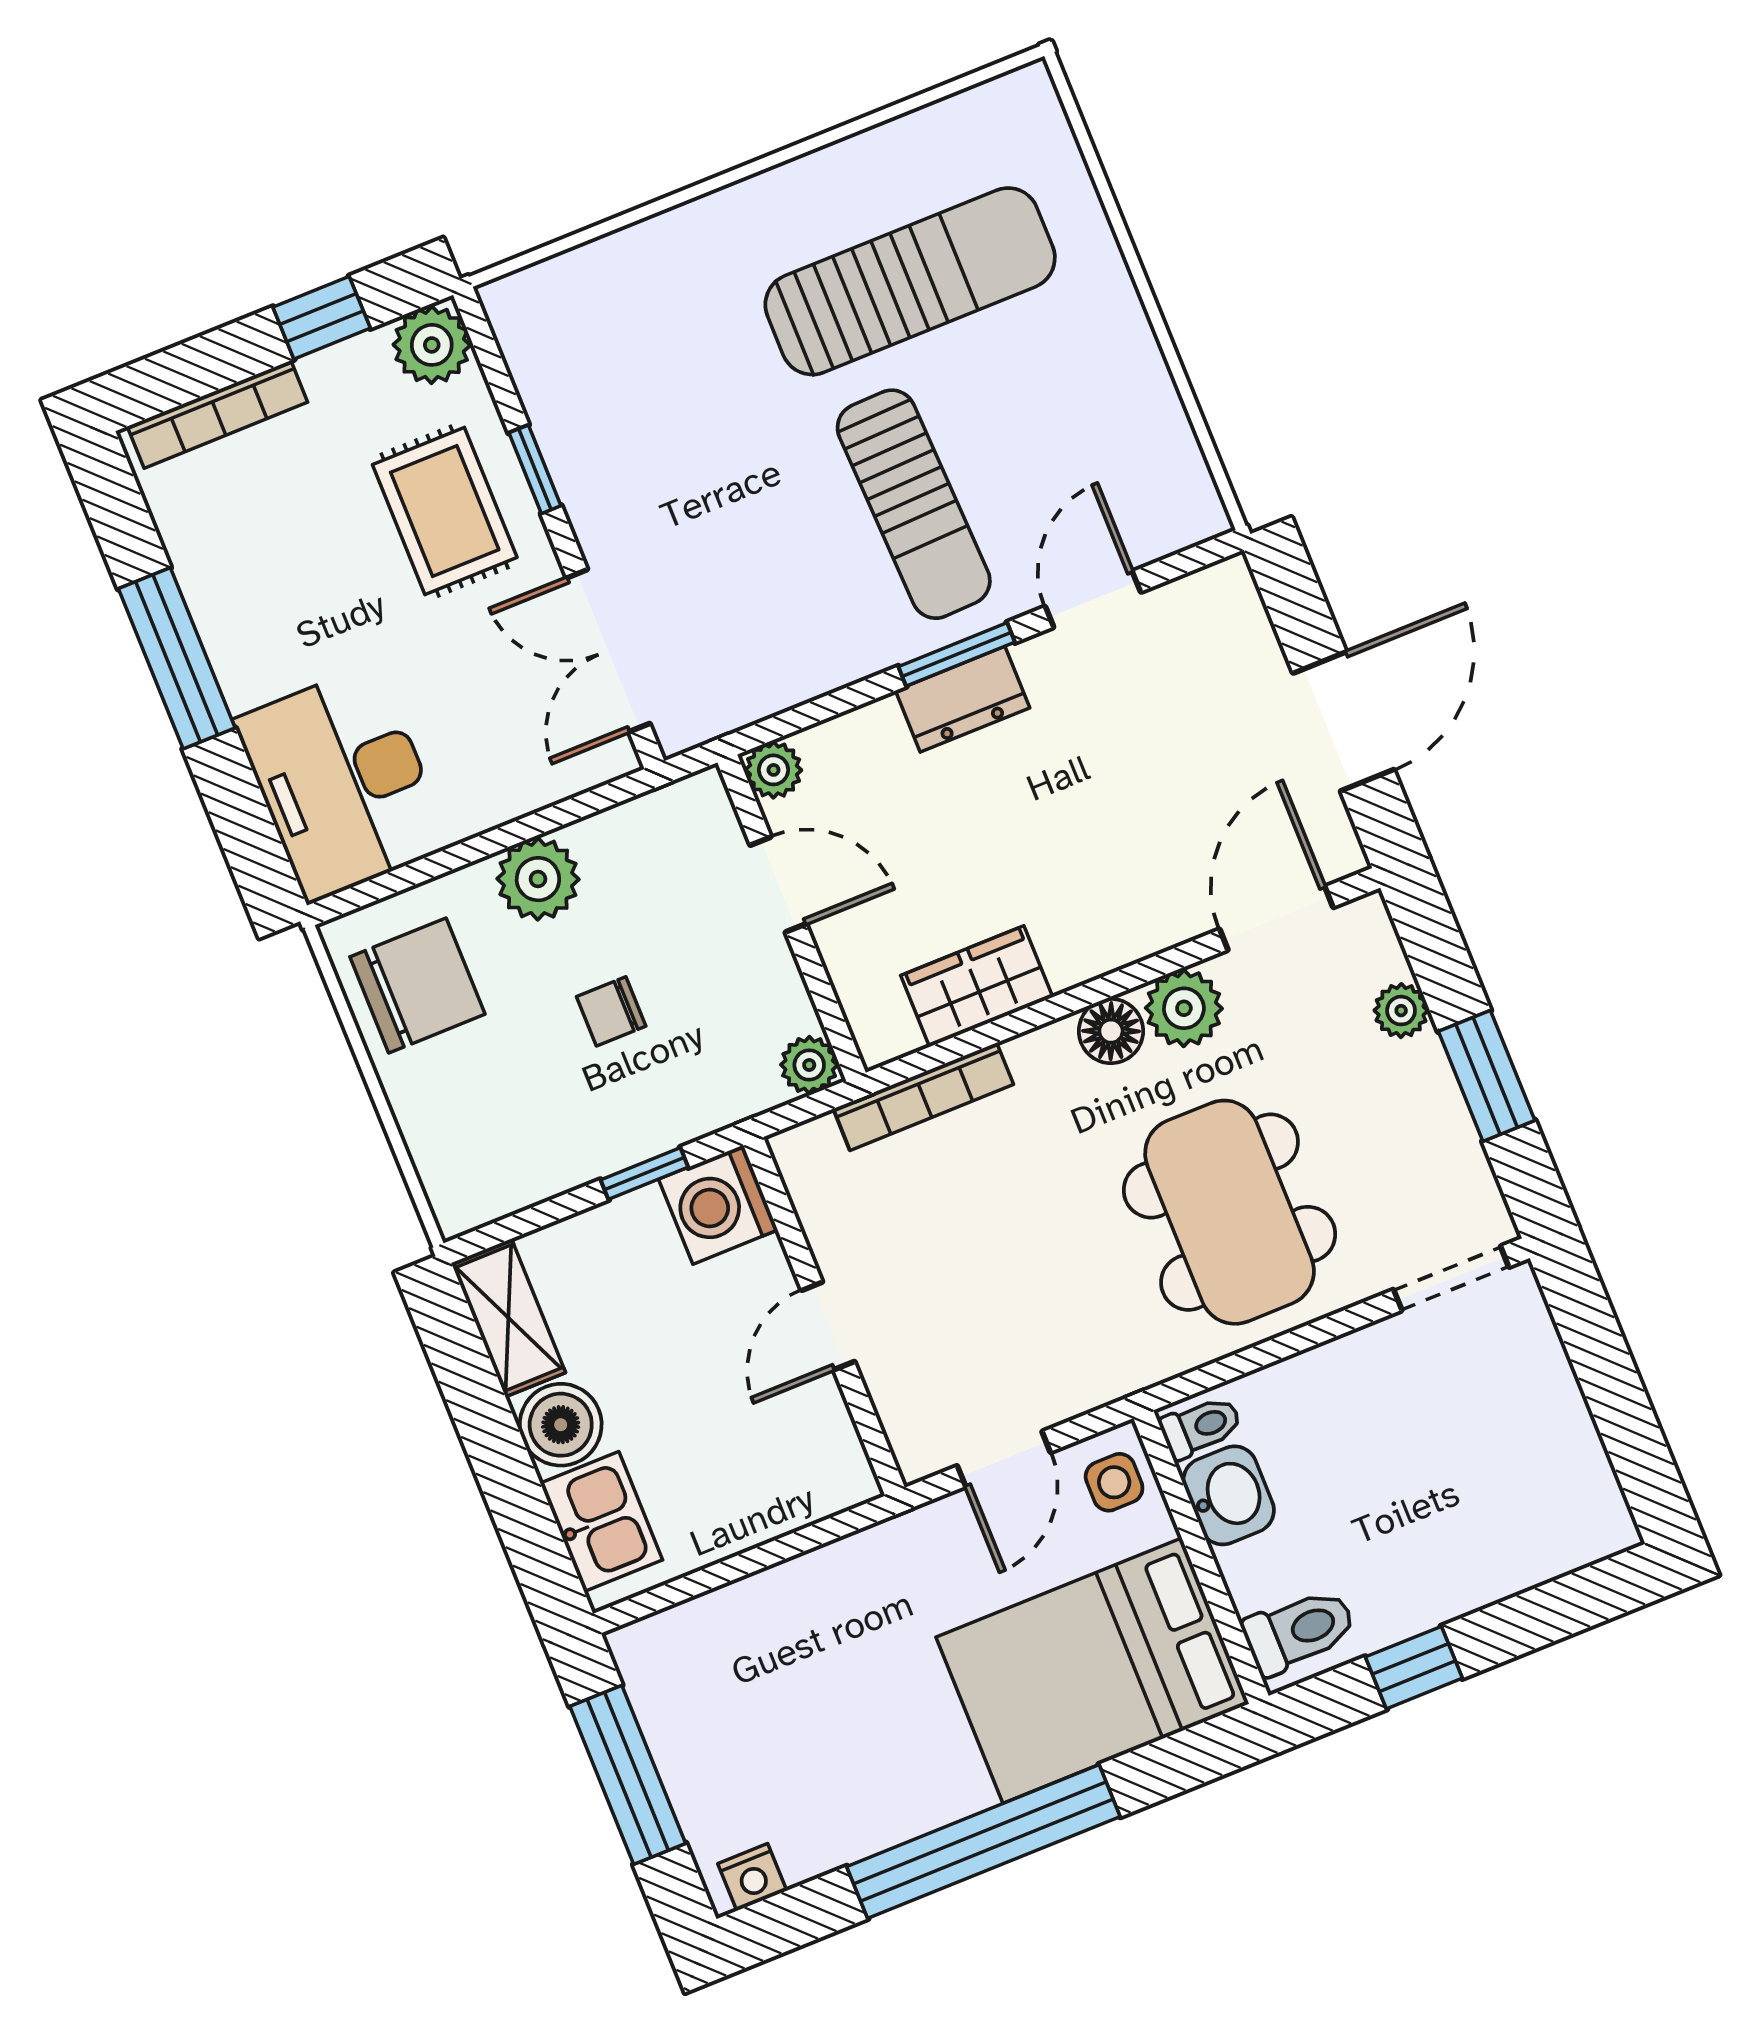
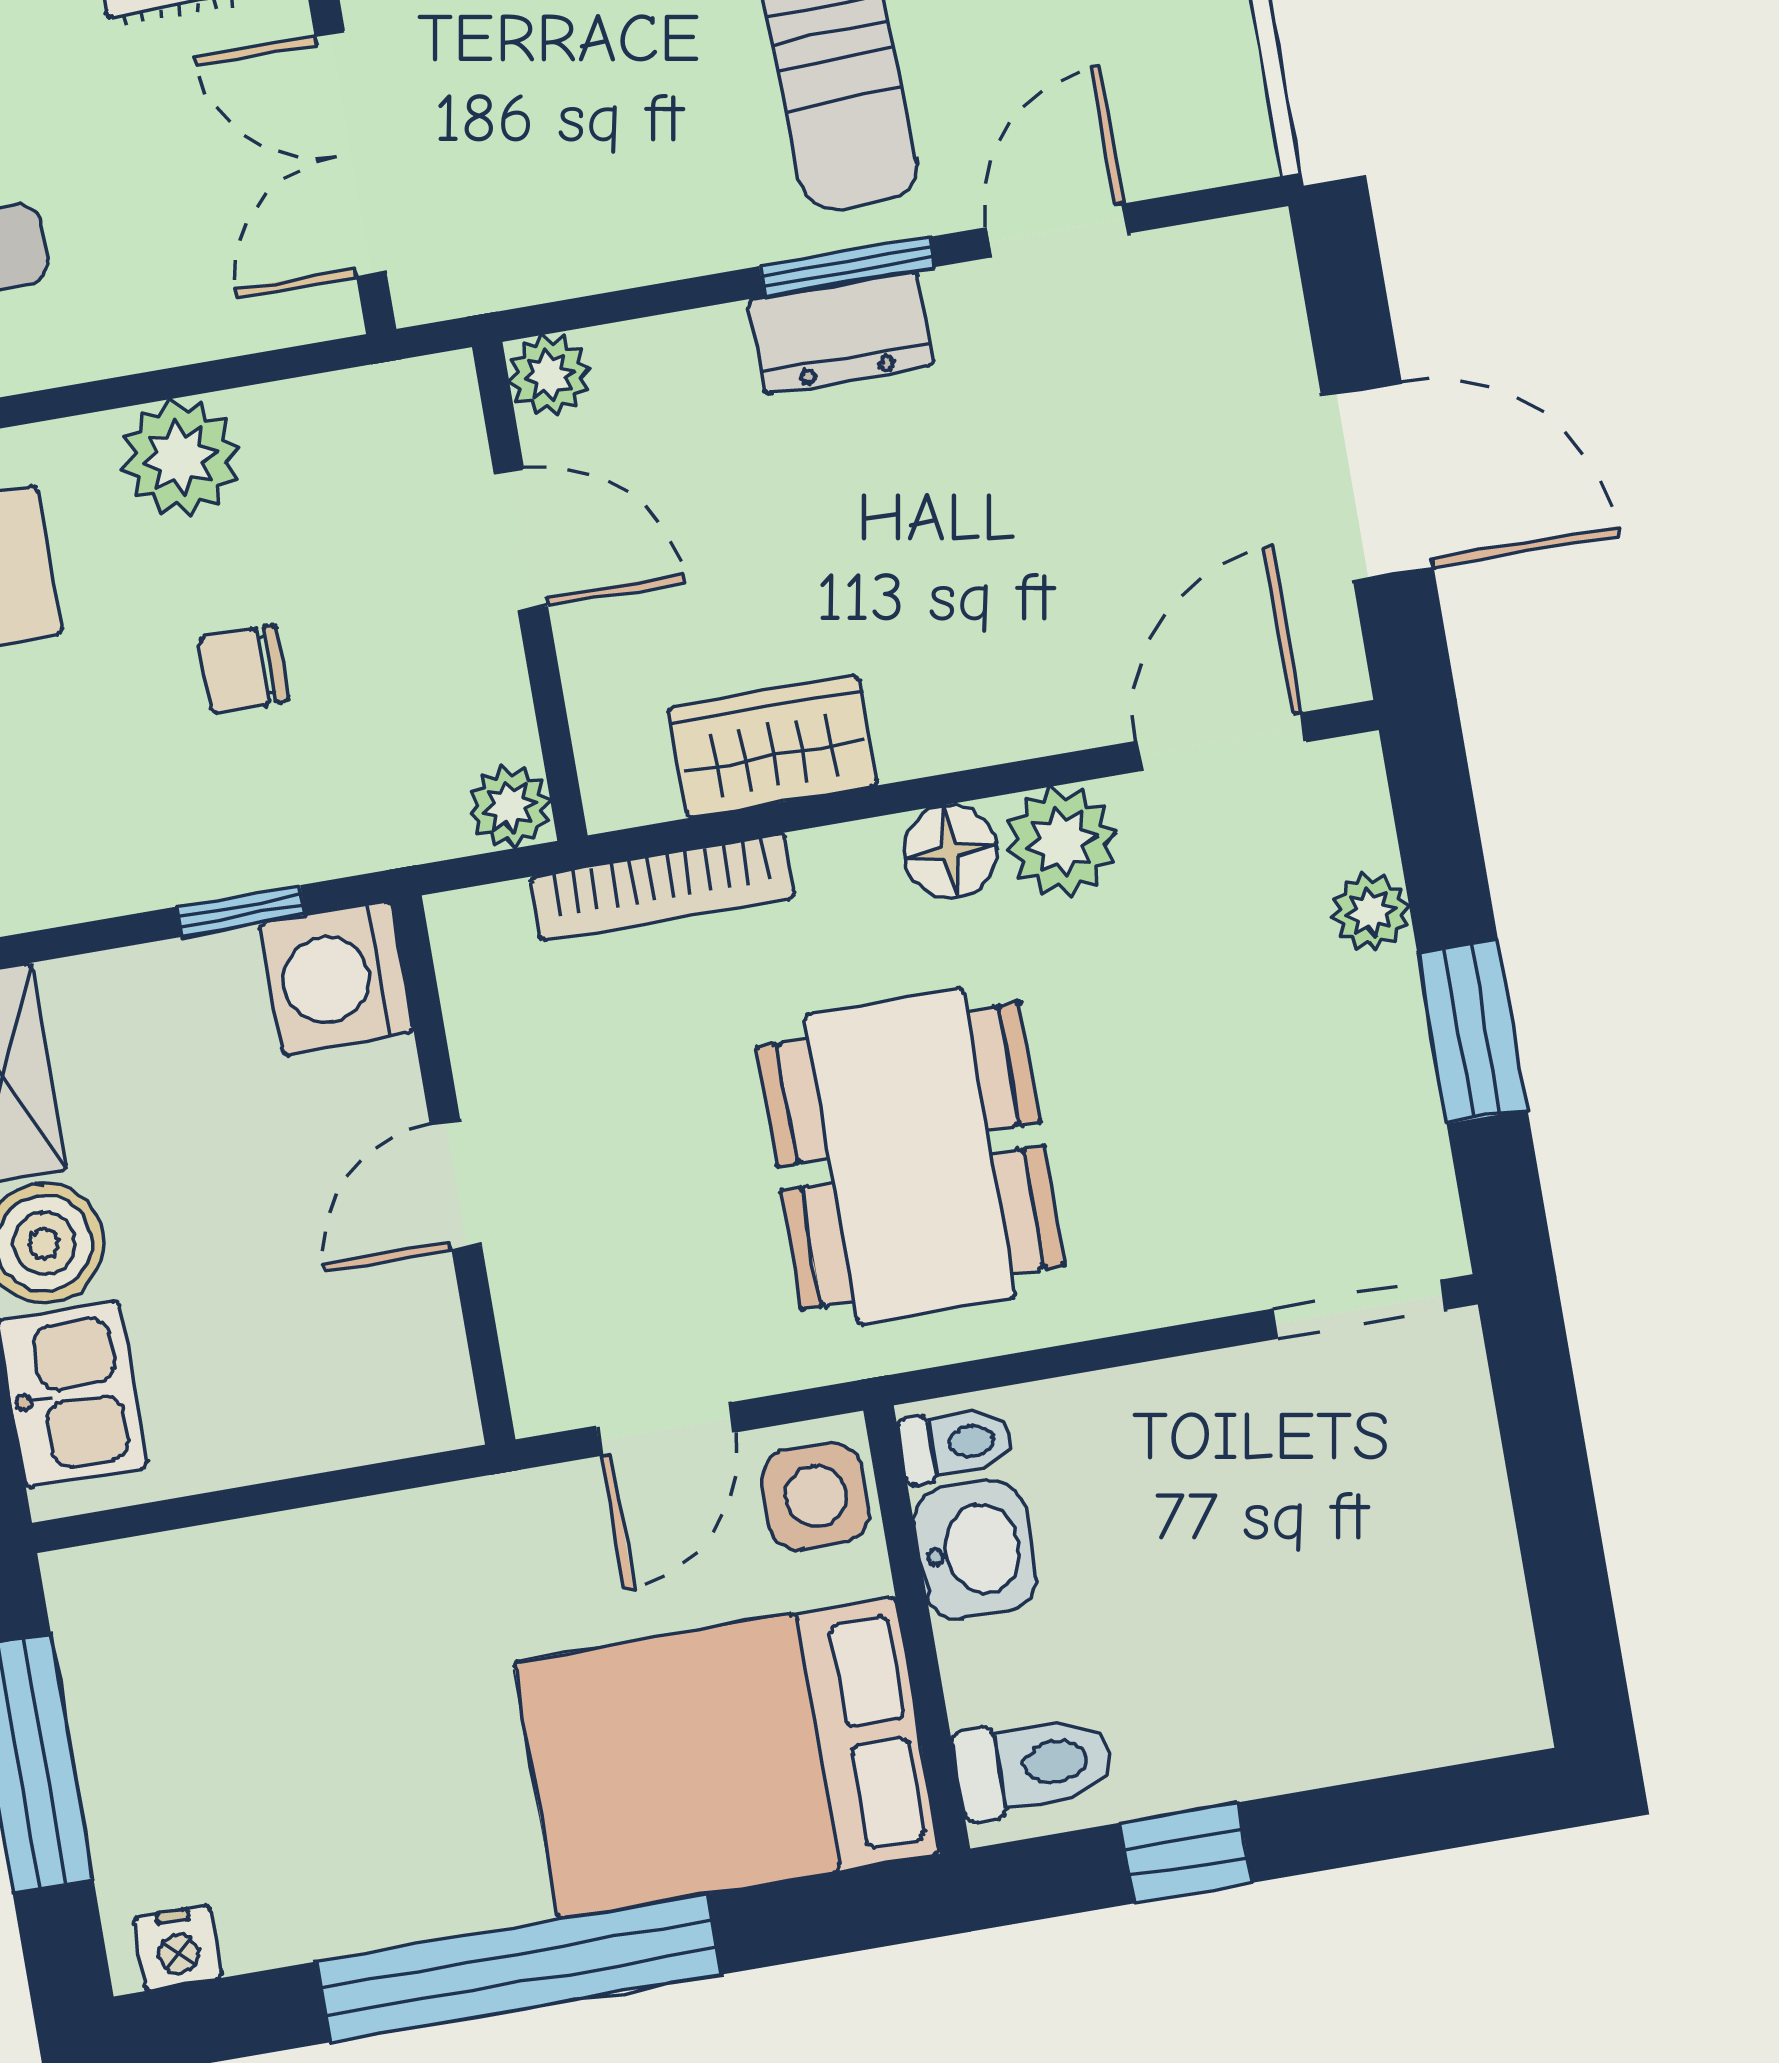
door: (1343, 721) -> (1377, 482), hinge flipped
dining table: (1230, 1212) -> (910, 1156), moved
side table: (1114, 1482) -> (816, 1496), width x1.37, depth x1.37

